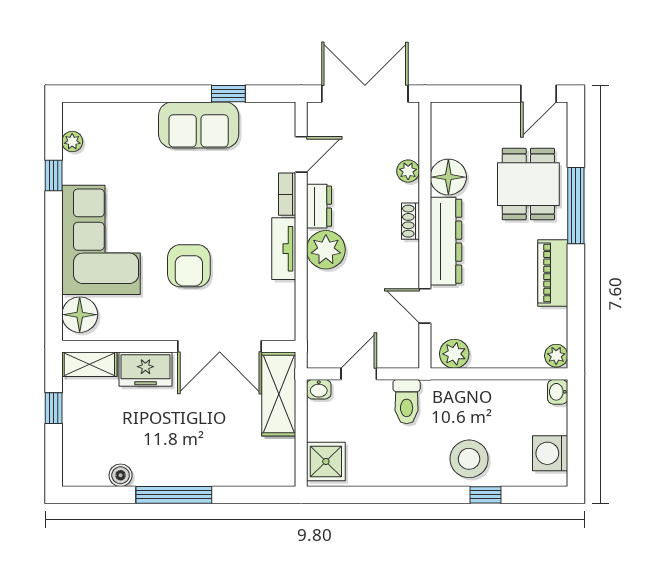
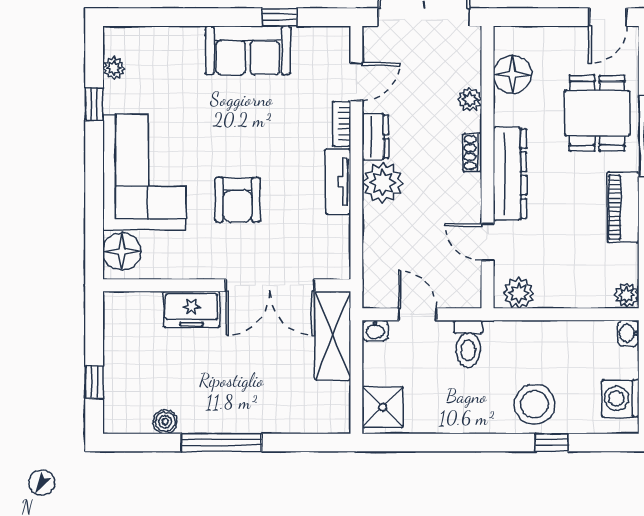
floor lamp: (448, 177) -> (512, 75), moved
shelving: (89, 364) -> (132, 304), removed
door: (359, 374) -> (418, 314), hinge flipped
window: (54, 408) -> (94, 382), moved

